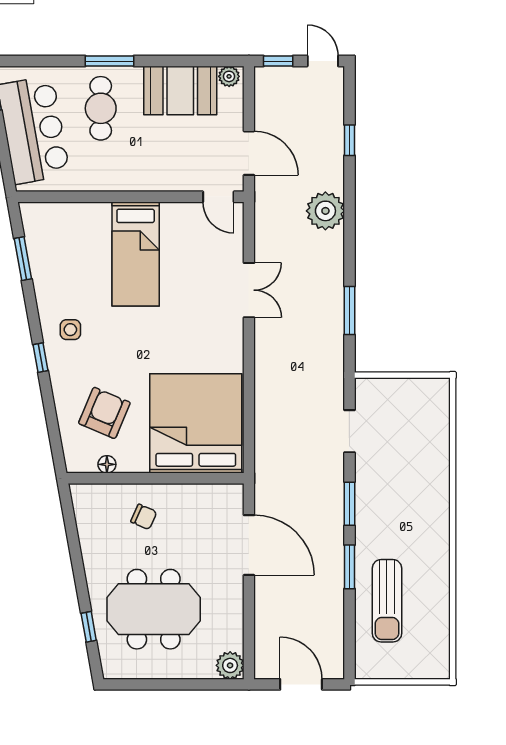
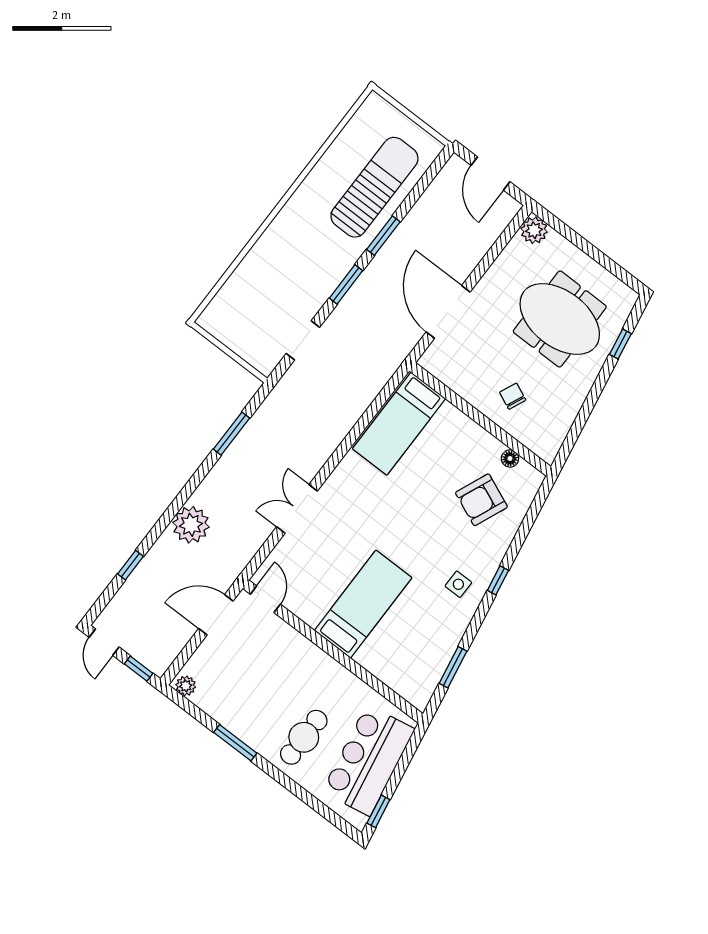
window: (110, 61) -> (235, 743), moved
booth: (180, 90) -> (232, 704), removed
door: (249, 153) -> (216, 615), hinge flipped
bed: (196, 423) -> (399, 424), width x0.49
sun lounger: (387, 601) -> (374, 187), width x1.36, depth x1.34

